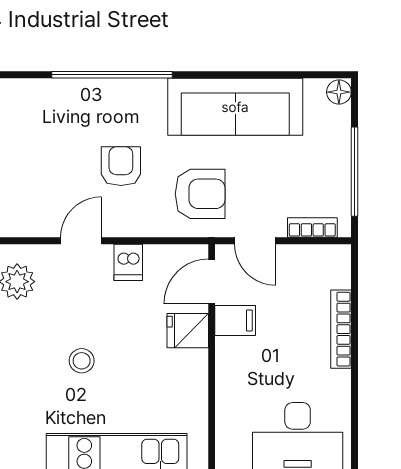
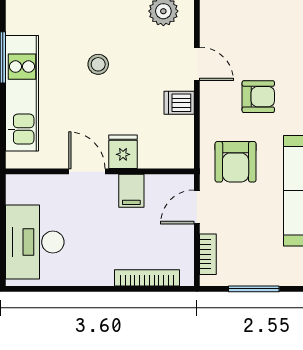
window: (354, 172) -> (254, 289), width x0.69
door: (212, 281) -> (87, 171), moved
bookcase: (341, 329) -> (147, 278), moved

